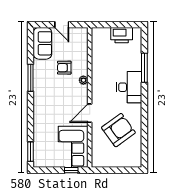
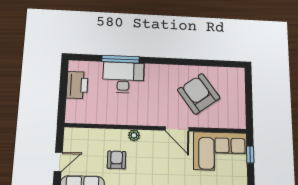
armchair: (64, 68) -> (116, 160), turned 180
desk: (129, 87) -> (123, 78), moved

